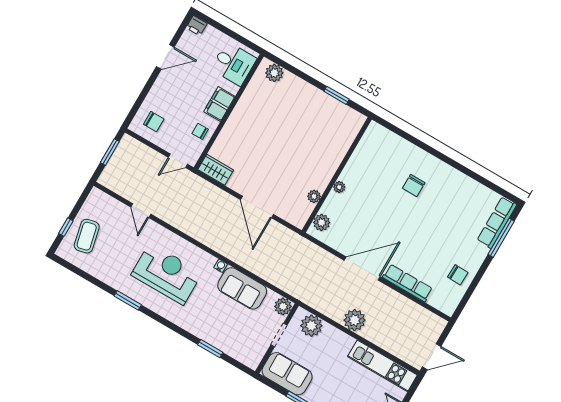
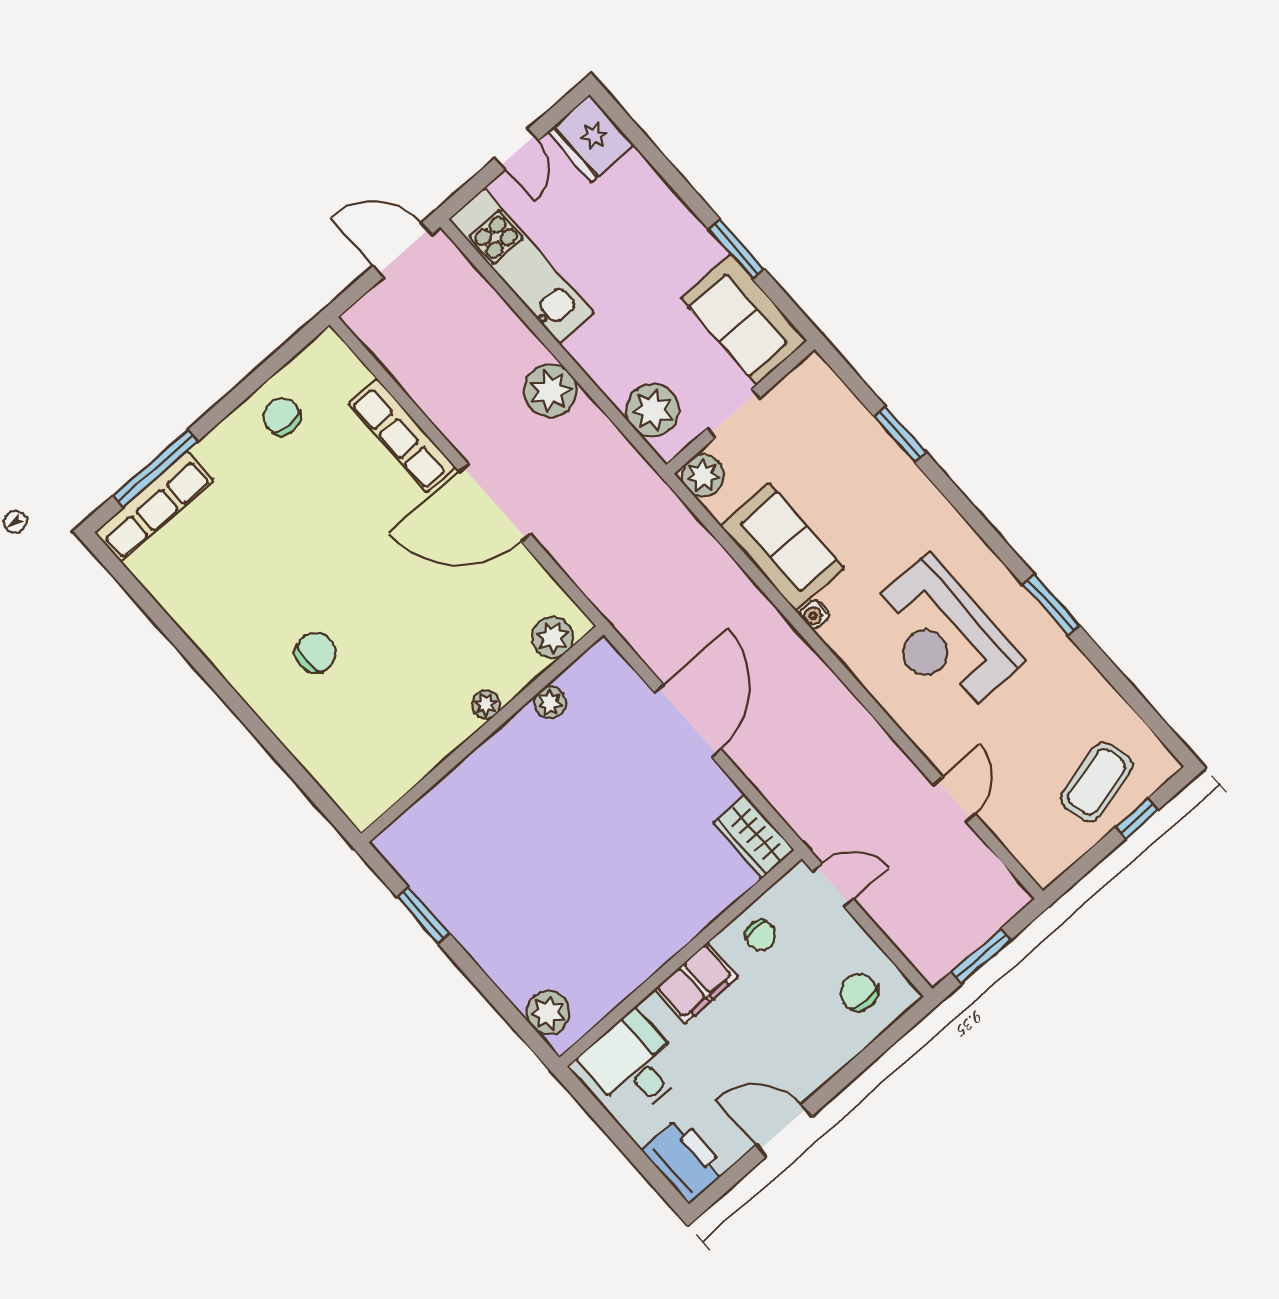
printer: (197, 26) -> (685, 1160), width x1.87, depth x1.48

